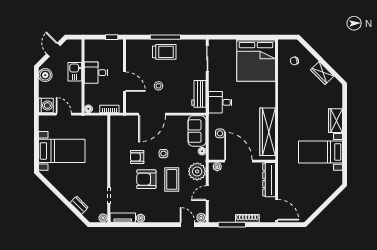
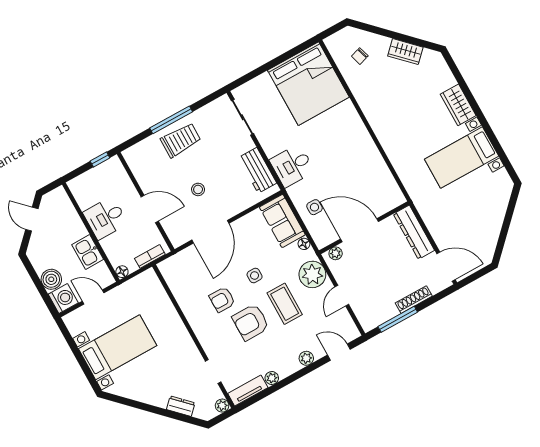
kitchen sink: (75, 72) -> (88, 252), moved
boiler: (45, 75) -> (51, 279), moved
wardrobe: (268, 132) -> (376, 170), removed
plant: (201, 218) -> (306, 358), moved

